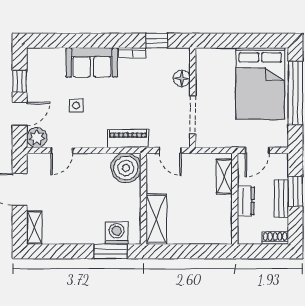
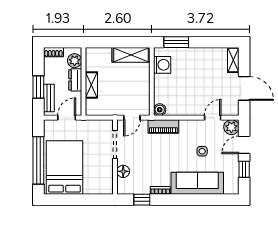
sofa: (92, 62) -> (197, 183), width x1.36
door: (170, 150) -> (132, 118), swing flipped
boiler: (126, 168) -> (160, 110), width x0.54, depth x0.54
shelving: (224, 176) -> (91, 85), moved
bench: (281, 198) -> (49, 98), moved
shelving: (156, 219) -> (131, 55), moved, turned 90
plant: (247, 227) -> (75, 61), added
washing machine: (117, 233) -> (162, 65), moved, turned -90

